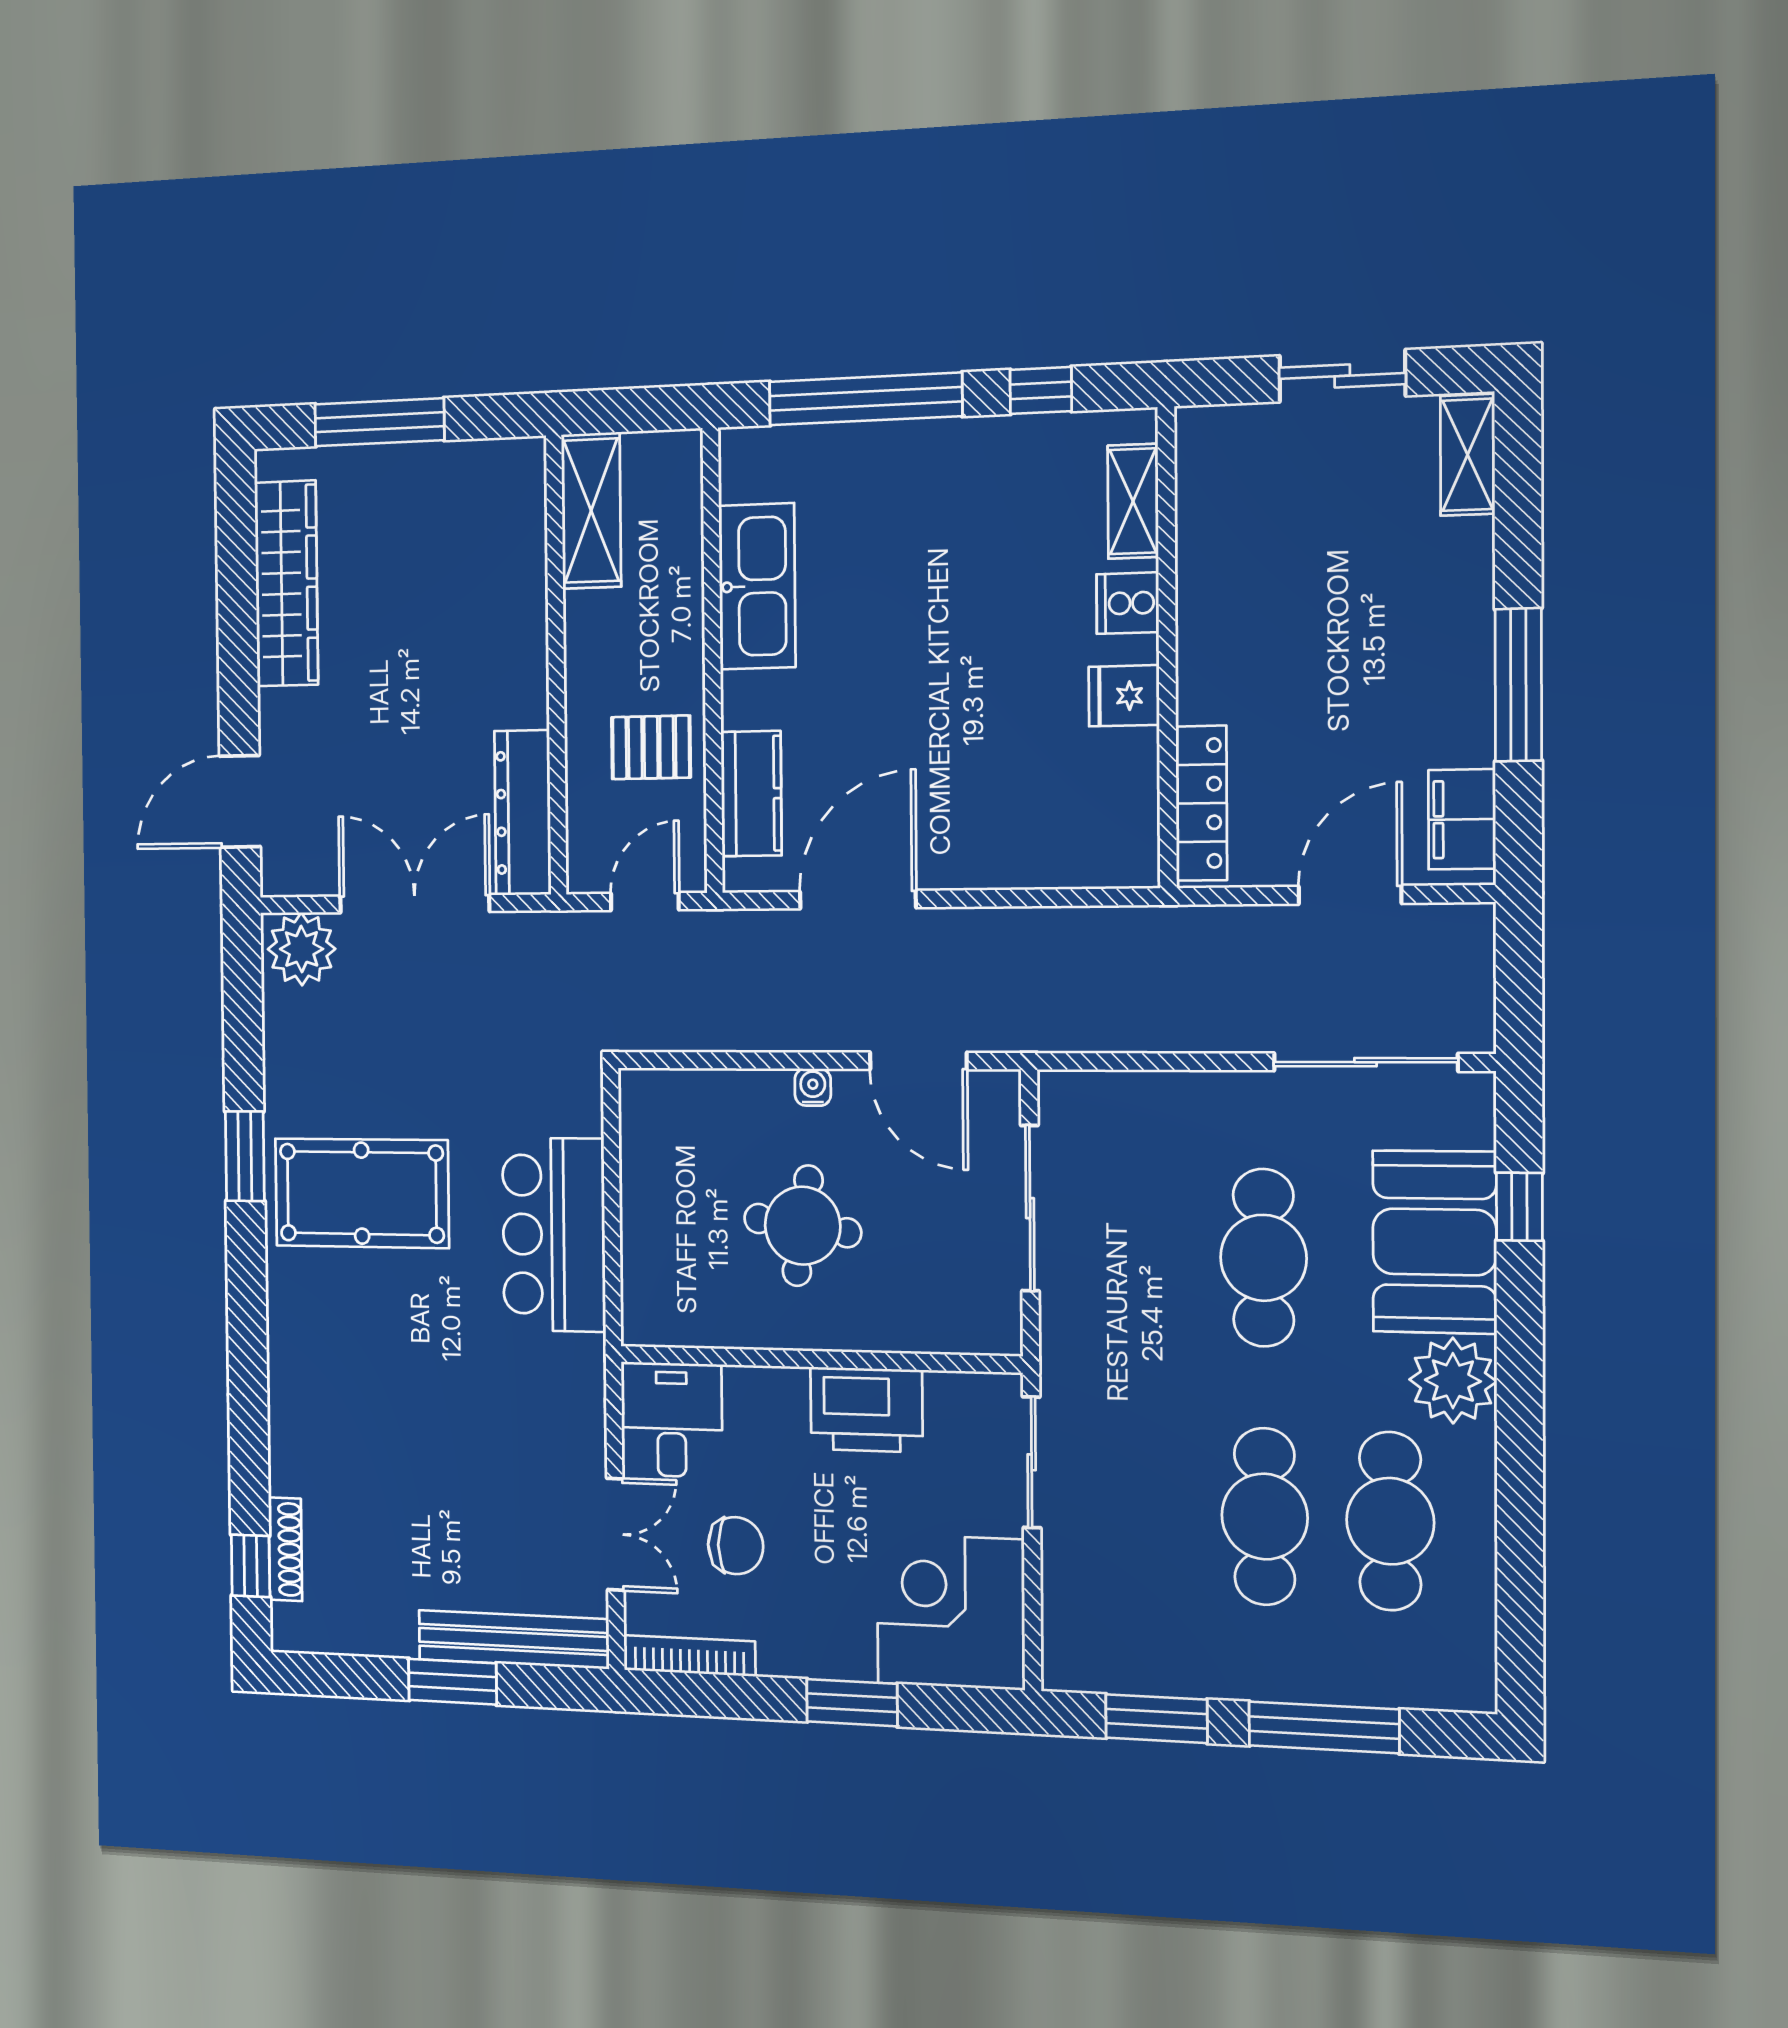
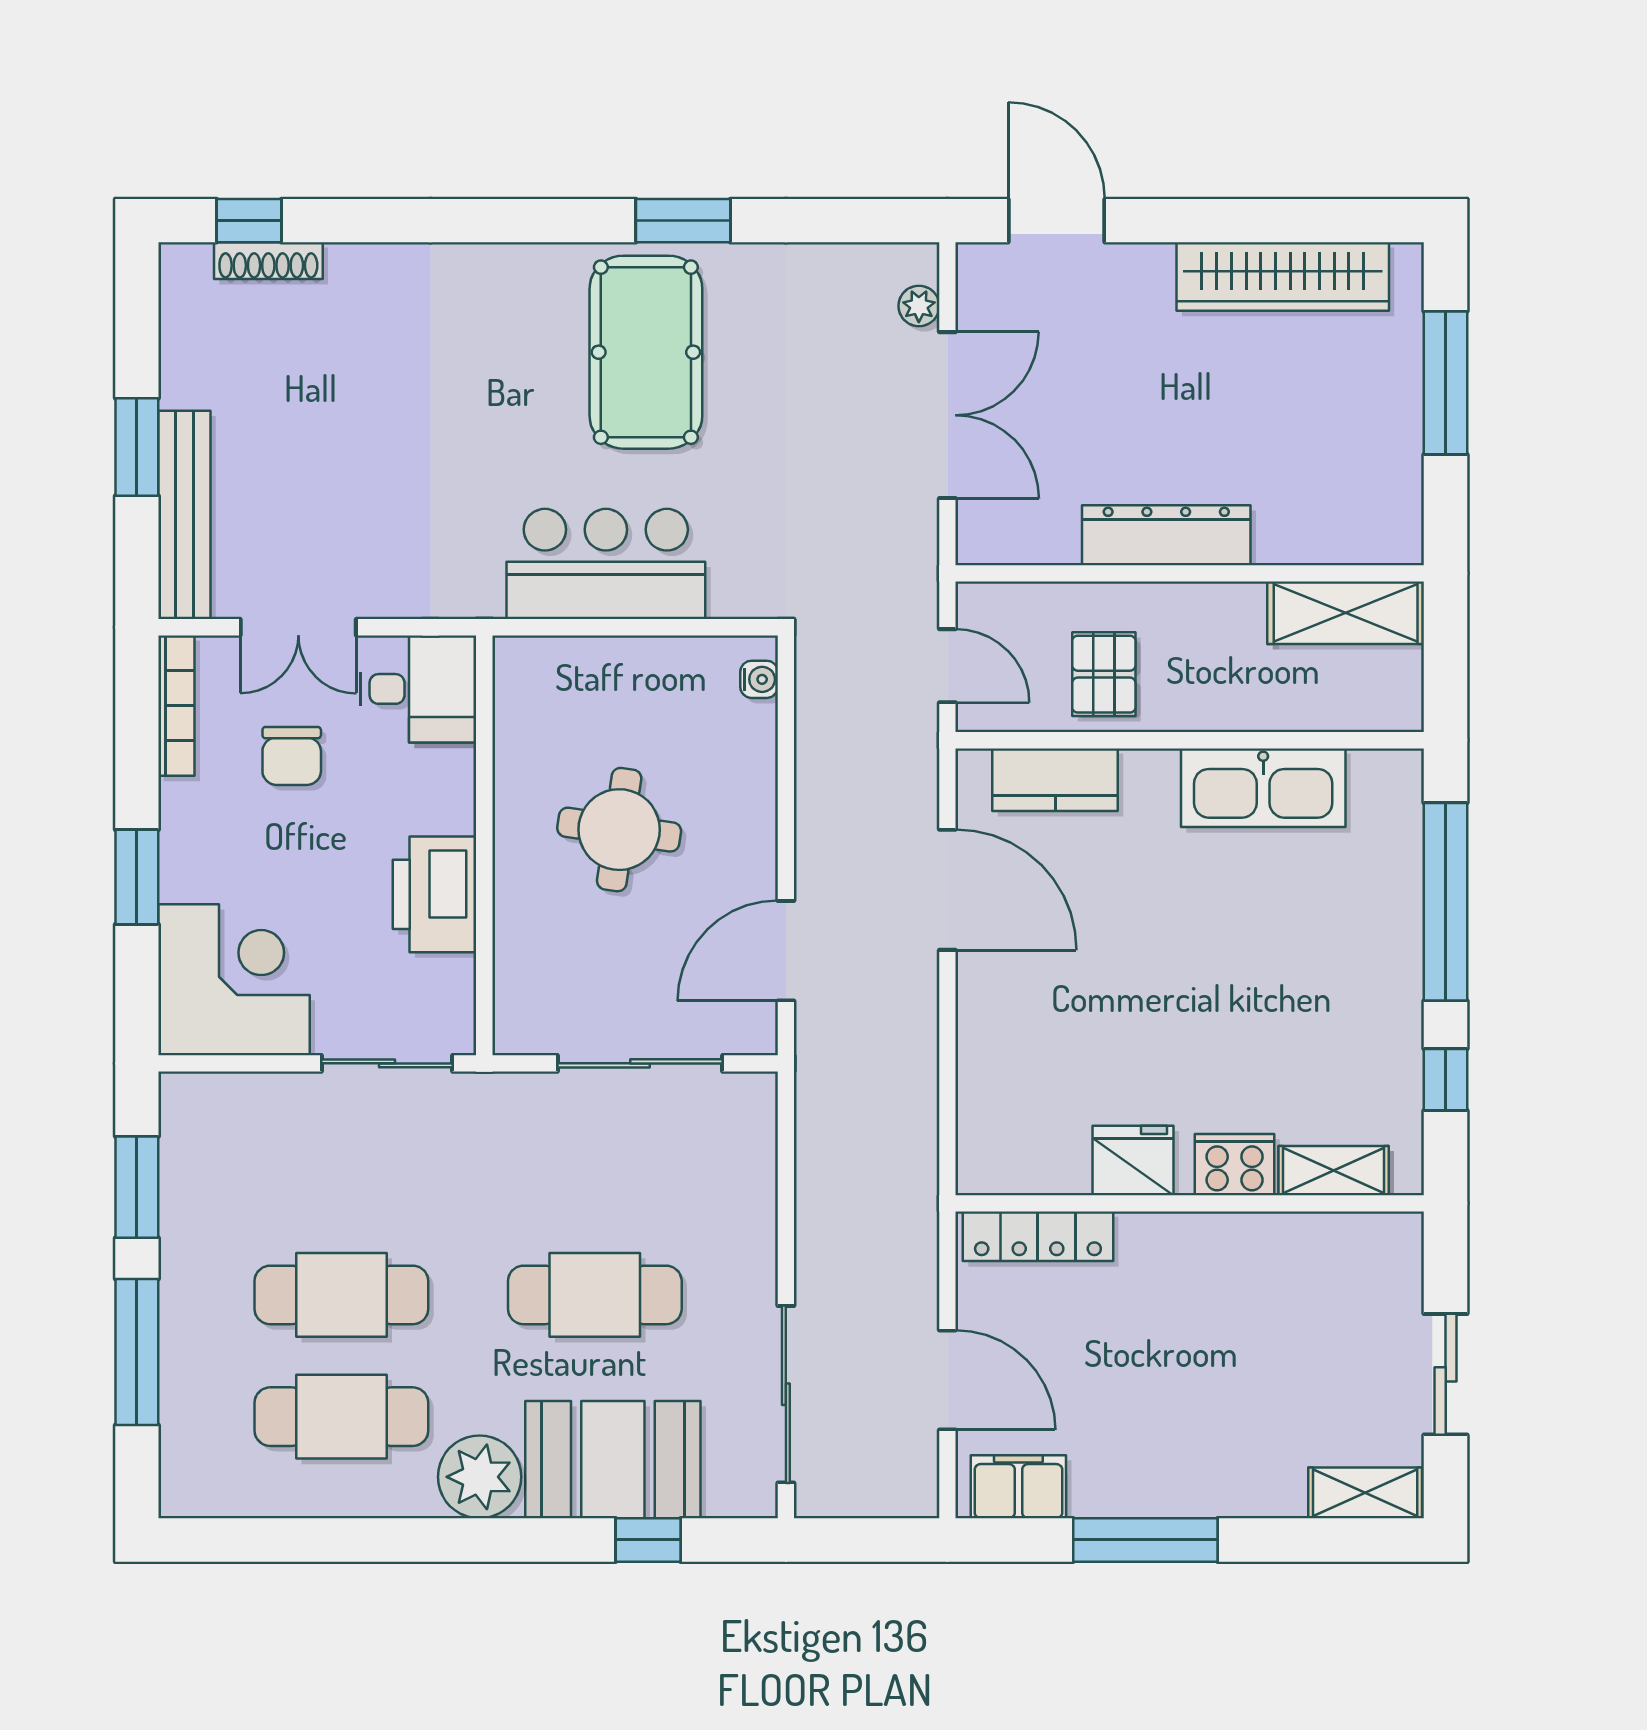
cooker: (1128, 603) -> (1235, 1165), width x1.36
fridge: (1124, 696) -> (1133, 1161), width x1.38
dresser: (523, 813) -> (1166, 535), moved
plant: (302, 949) -> (919, 306), width x0.53, depth x0.53
water cooler: (813, 1087) -> (759, 679), moved

